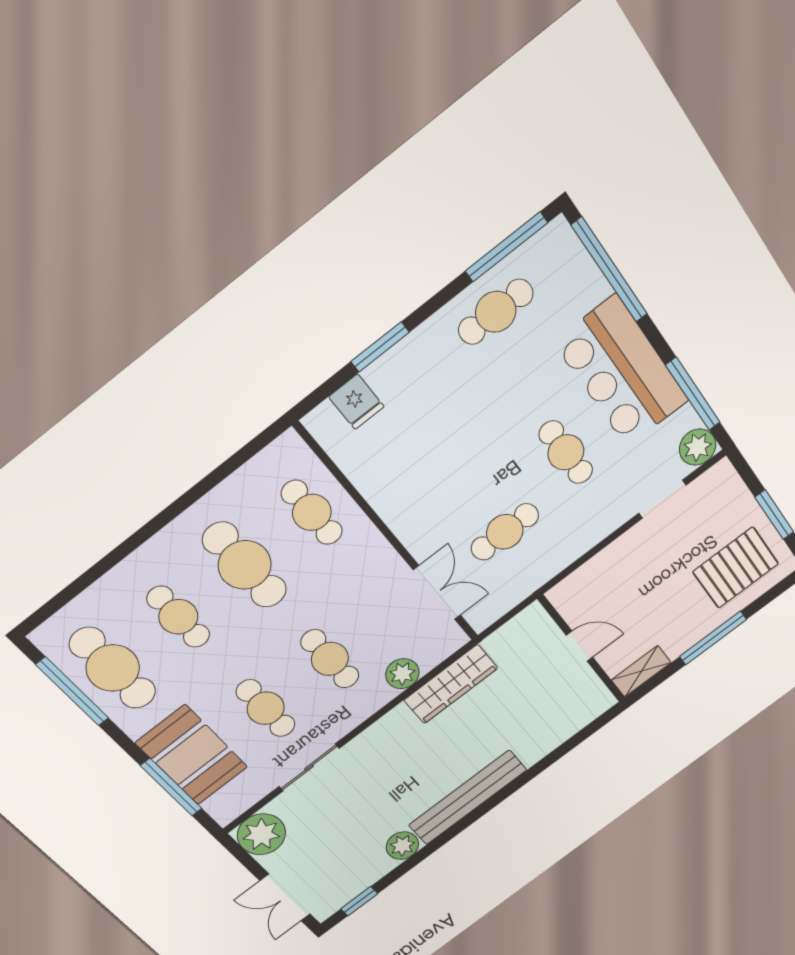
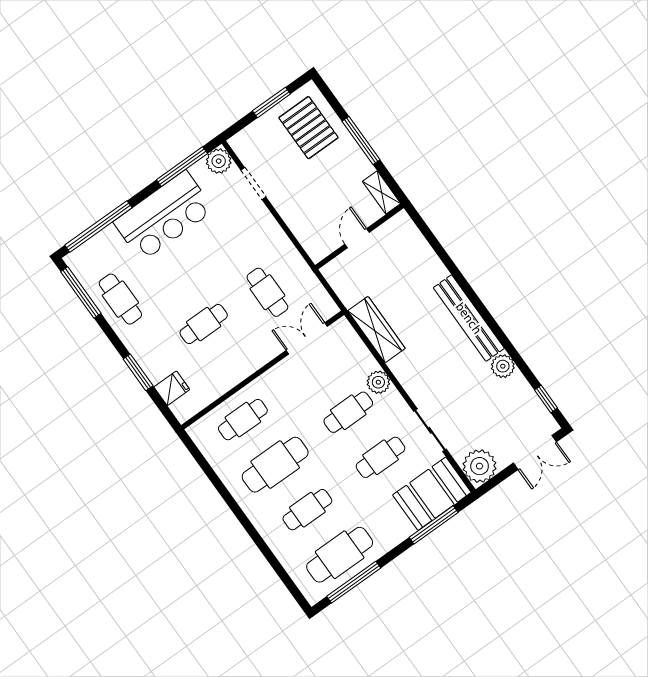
cafe table: (566, 452) -> (204, 324), moved
plant: (402, 674) -> (378, 382), moved
booth: (192, 755) -> (432, 494), moved

